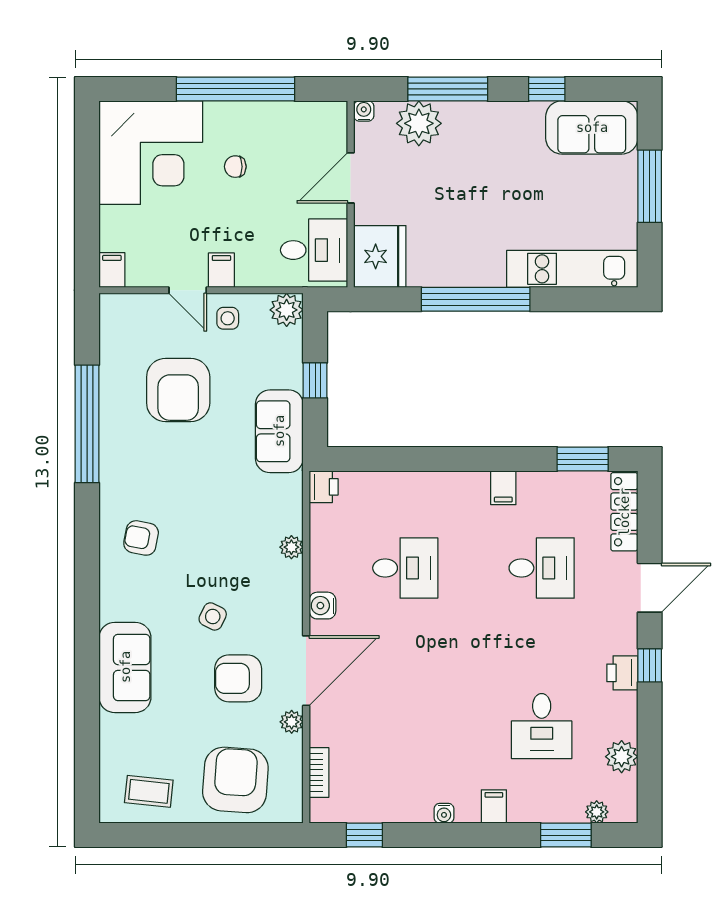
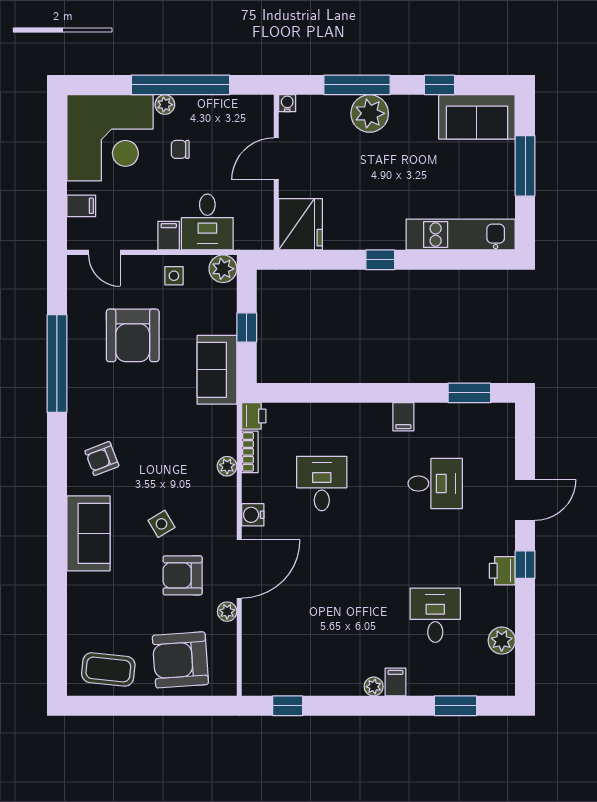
plant: (217, 113) -> (165, 105), added
plant: (419, 123) -> (370, 113), moved
desk: (314, 250) -> (207, 222), moved, turned 90
filing cabinet: (112, 270) -> (81, 206), moved, turned 90
door: (188, 290) -> (104, 252), moved
window: (476, 299) -> (380, 260), width x0.32
locker: (624, 512) -> (504, 437), removed
armchair: (141, 538) -> (102, 459), turned -32
desk: (405, 568) -> (322, 484), turned -90
side table: (213, 616) -> (161, 524), turned 33
sofa: (125, 667) -> (88, 533), moved
desk: (542, 726) -> (435, 615), turned 180
bookcase: (319, 773) -> (250, 452), moved
armchair: (235, 780) -> (180, 660), turned -98
coffee table: (149, 791) -> (108, 669), width x1.36, depth x1.30
plant: (597, 812) -> (374, 687), moved
water cooler: (444, 813) -> (354, 688), removed

